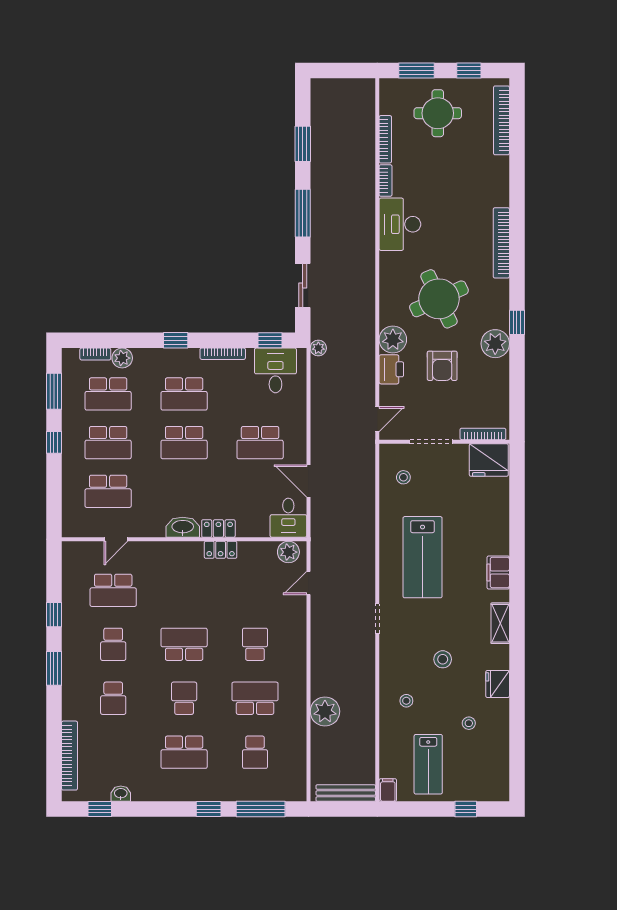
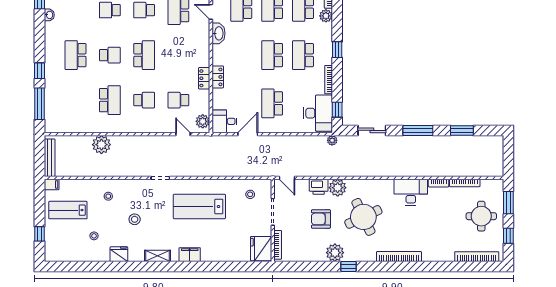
desk: (275, 370) -> (318, 113), width x1.37
washbasin: (183, 527) -> (218, 33), moved
school desk: (255, 752) -> (178, 100), moved

